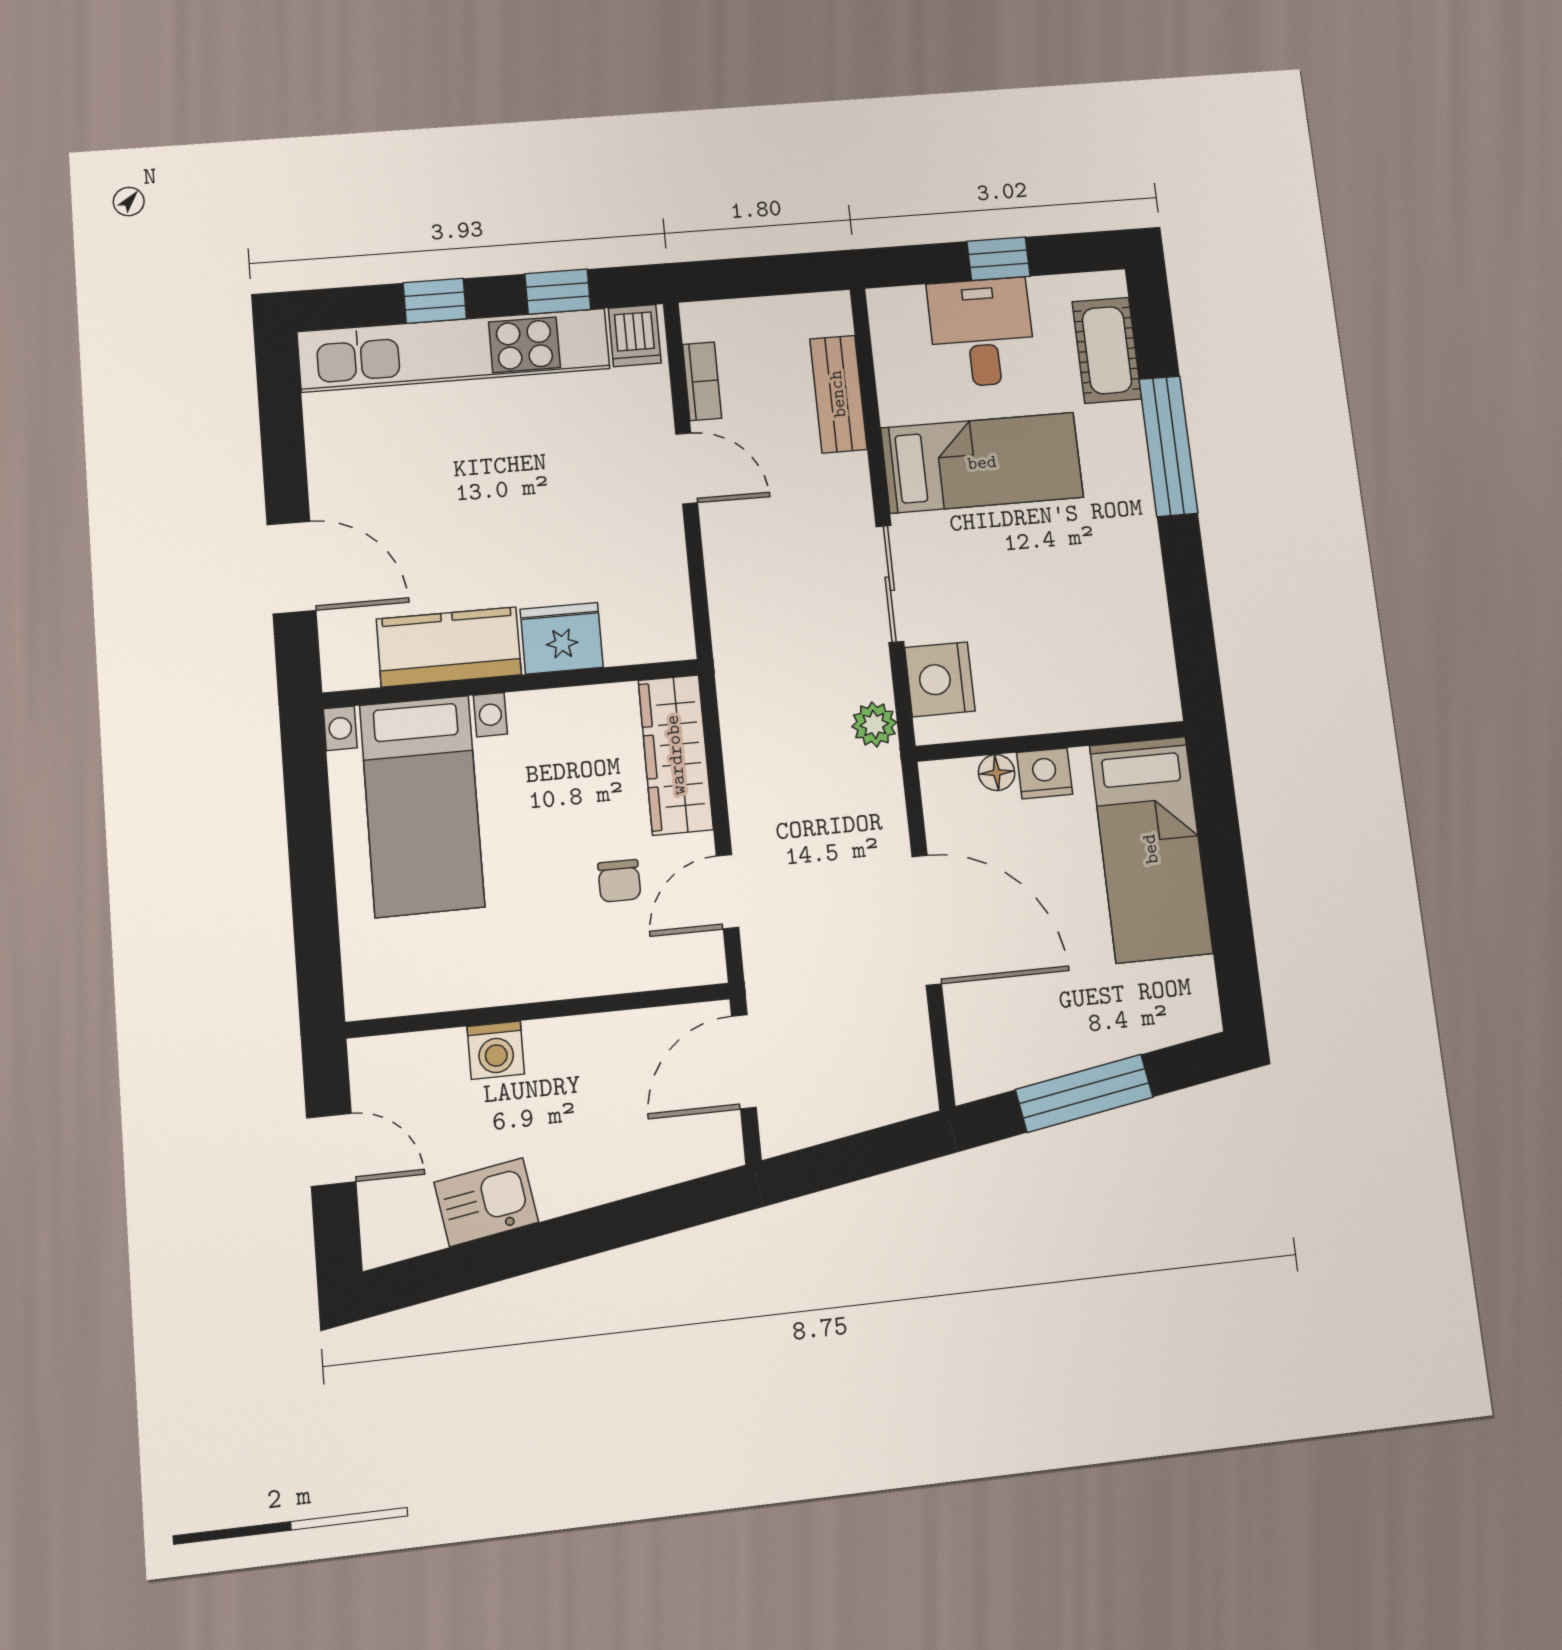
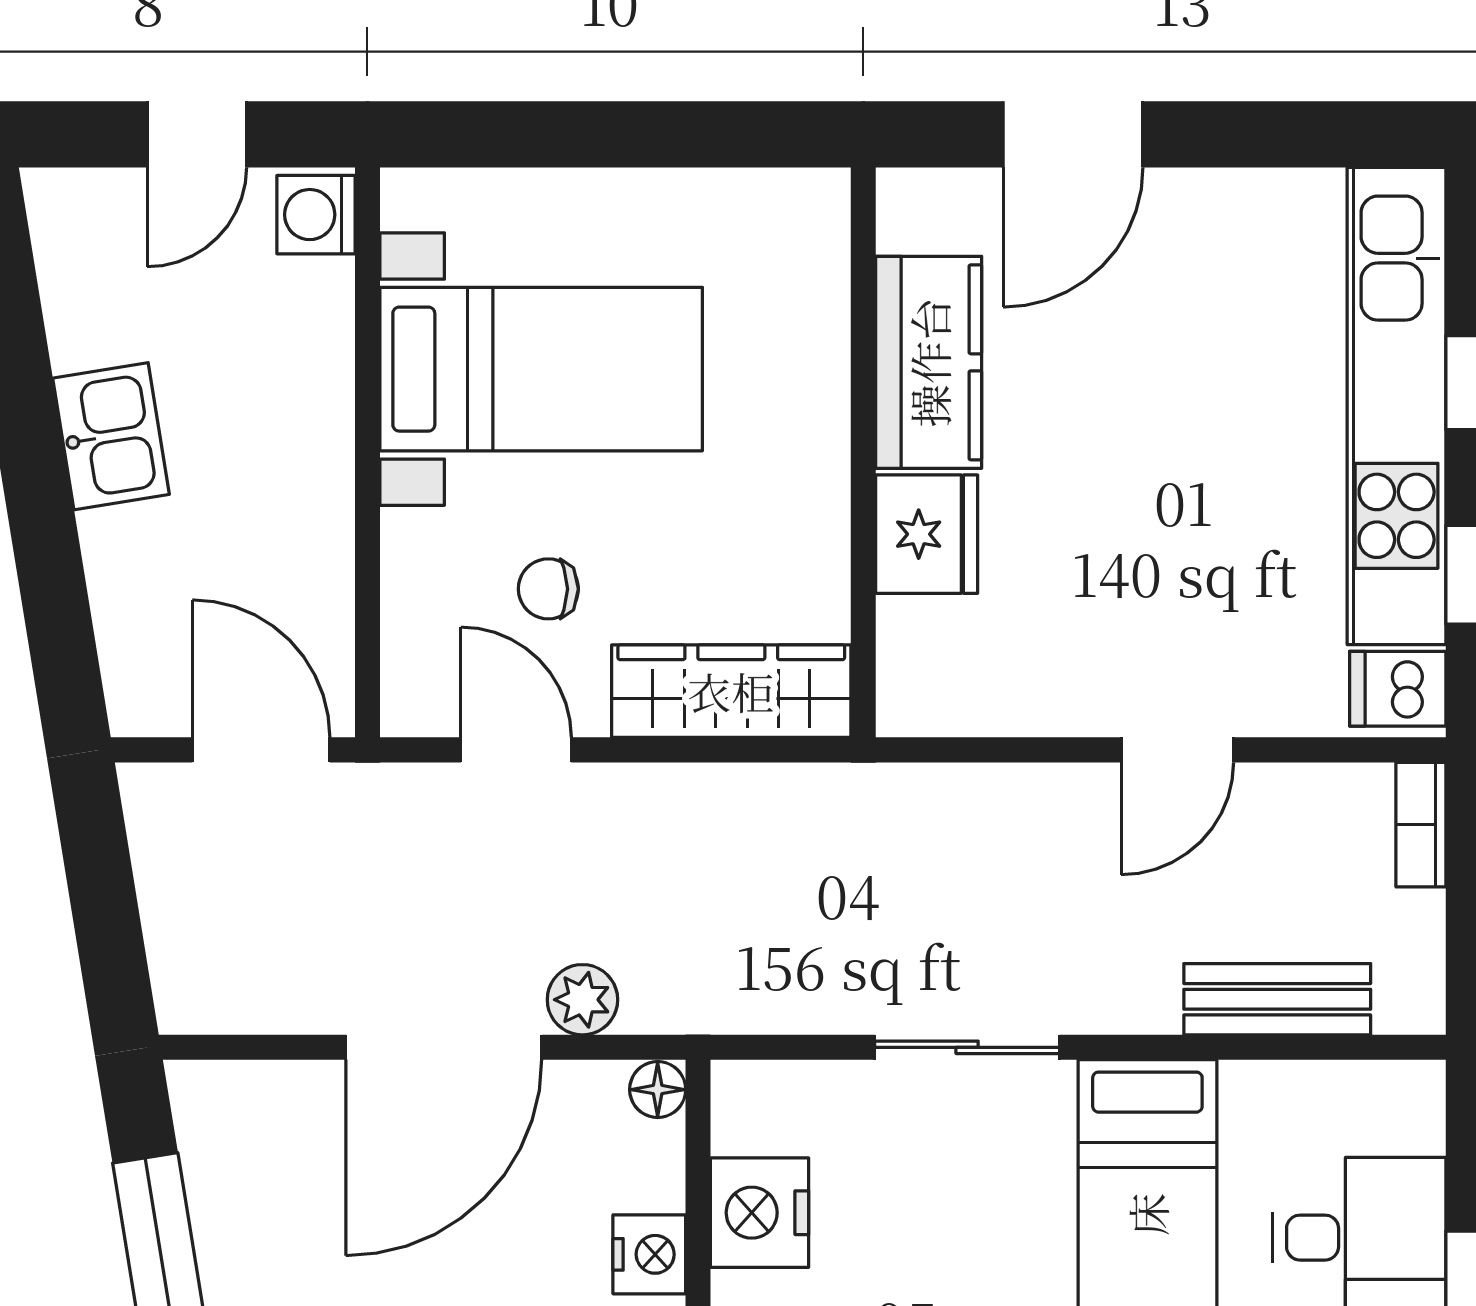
bookcase: (702, 381) -> (1421, 825), moved, turned 90
nightstand: (940, 679) -> (760, 1213), moved, turned -90
plant: (874, 724) -> (582, 1000), moved
floor lamp: (997, 773) -> (658, 1090), moved
bed with nightstands: (422, 806) -> (541, 369), moved, turned 180
washing machine: (496, 1050) -> (316, 215), moved
kitchen sink: (486, 1202) -> (111, 436), moved

